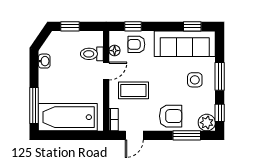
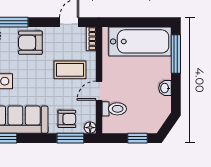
window: (133, 26) -> (70, 138), width x1.50
floor lamp: (115, 51) -> (90, 128), moved
washbasin: (44, 61) -> (165, 88), moved

